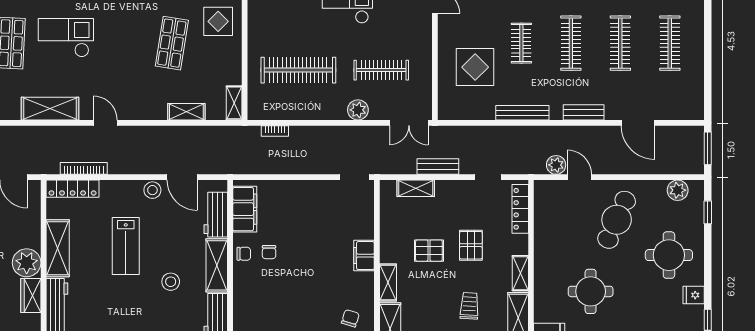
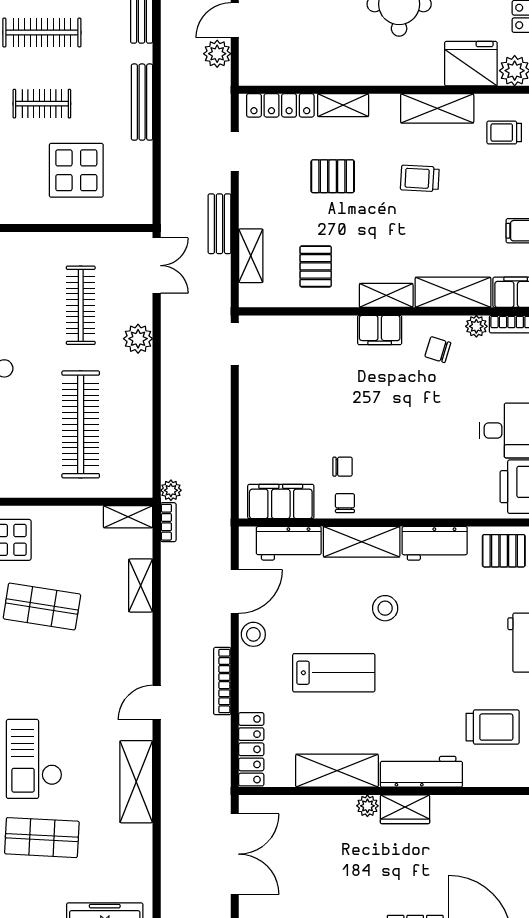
bookcase: (275, 131) -> (168, 522), moved
plant: (253, 133) -> (171, 490), added
bookcase: (84, 168) -> (222, 681), moved
pallet: (429, 251) -> (316, 266), moved
filing cabinet: (364, 256) -> (380, 330), moved
plant: (27, 263) -> (367, 806), width x0.53, depth x0.53
shelving: (520, 273) -> (343, 105), moved

